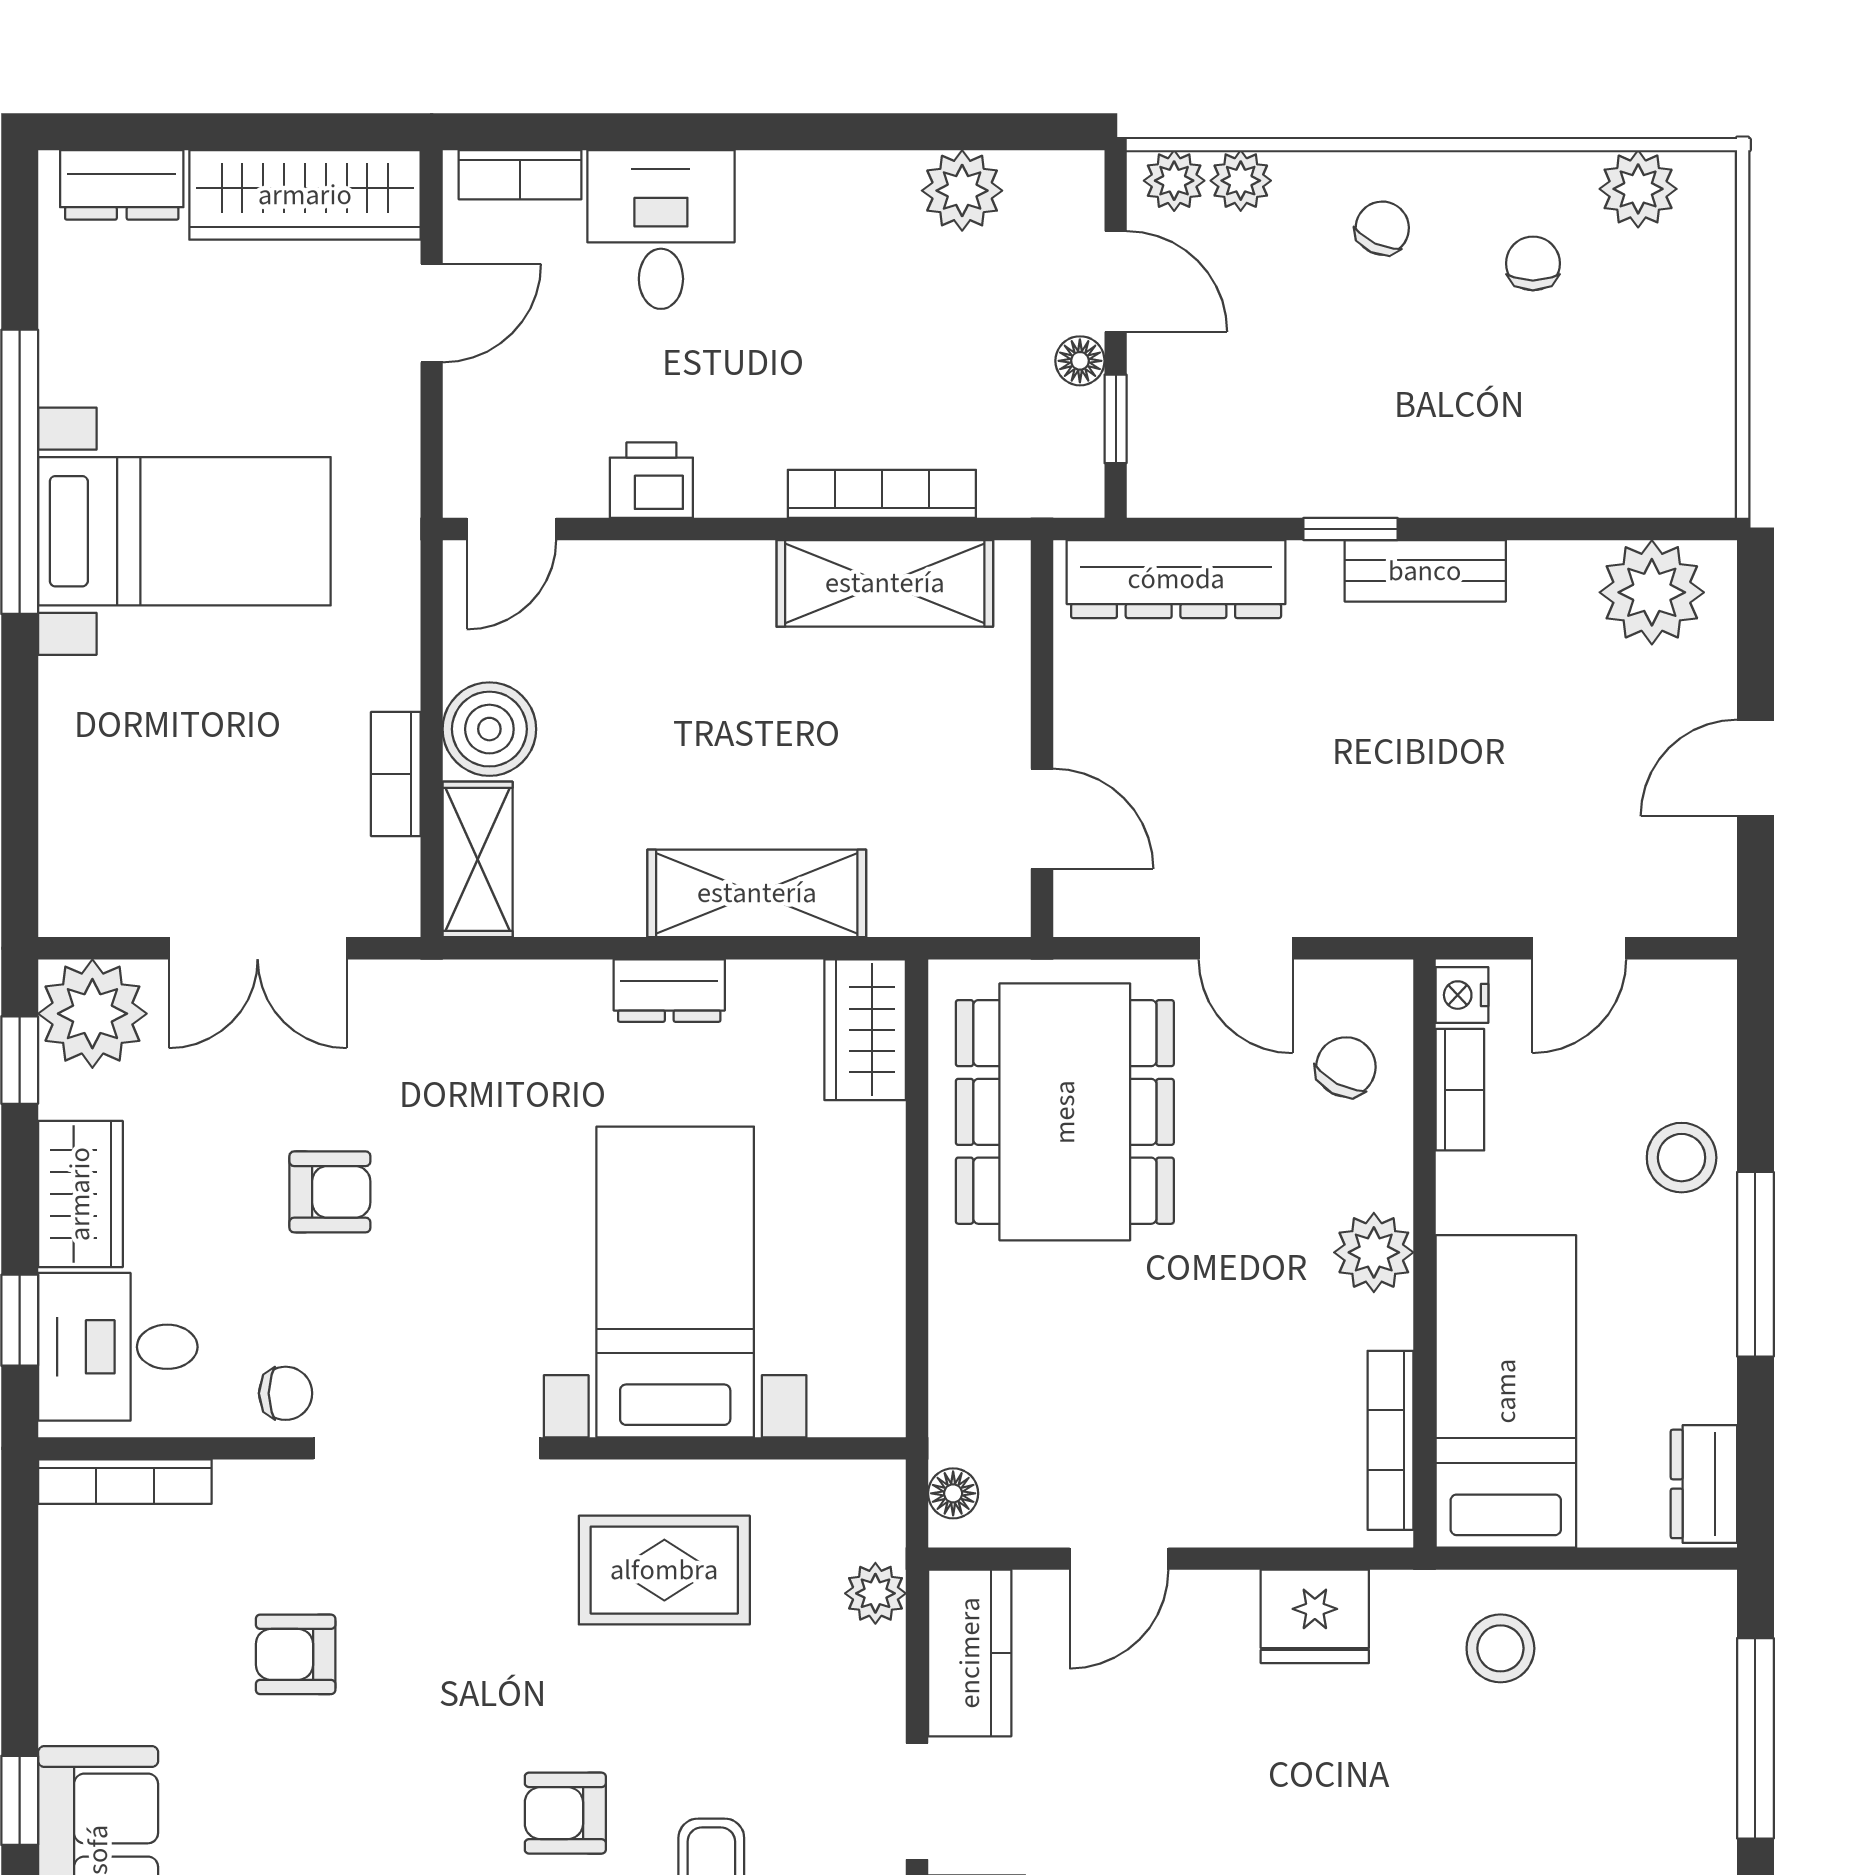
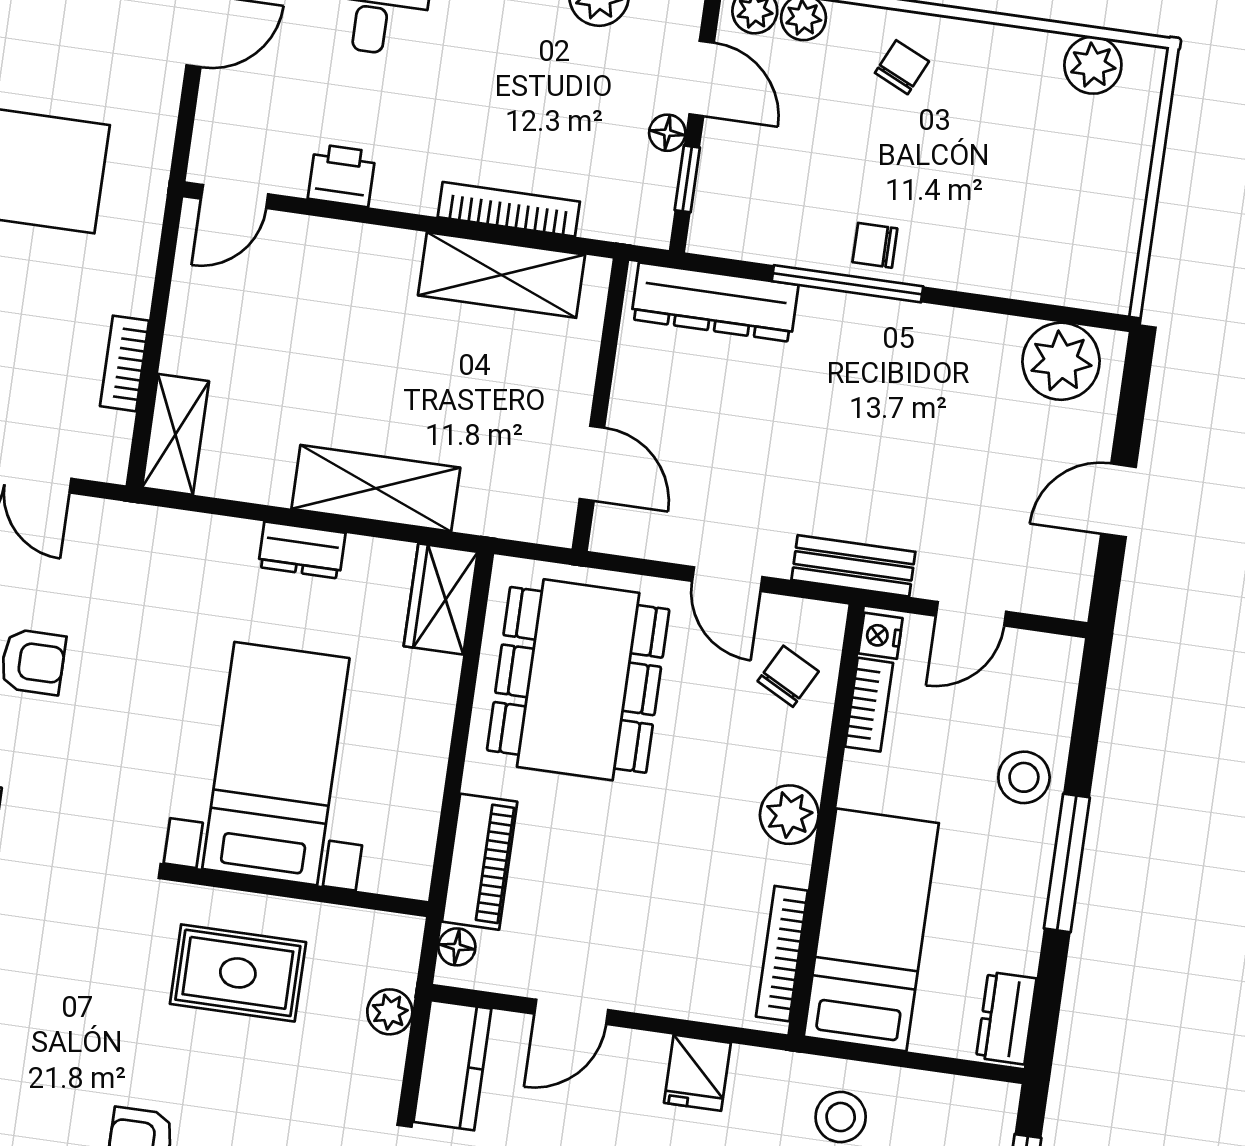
chair: (1533, 263) -> (875, 245), moved, turned -90
window: (1350, 529) -> (847, 284), width x2.17
bench: (1425, 571) -> (853, 566), moved
boiler: (489, 729) -> (198, 340), removed
piano: (967, 1375) -> (480, 862), added
fridge: (1315, 1616) -> (697, 1073), width x0.72

